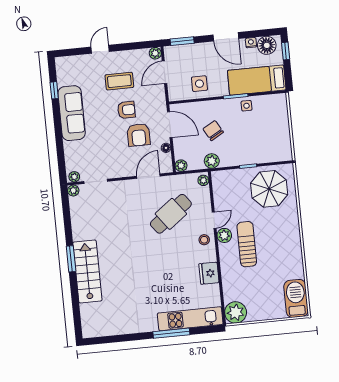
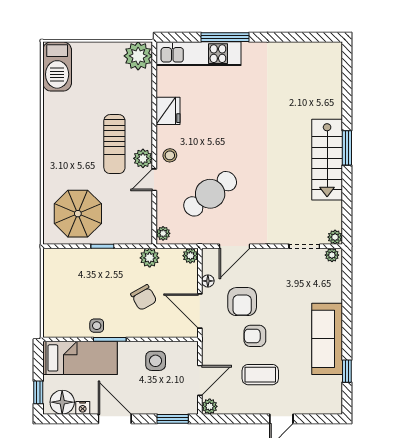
armchair: (139, 135) -> (242, 302), turned 180
stairs: (87, 271) -> (327, 160), moved

